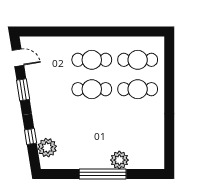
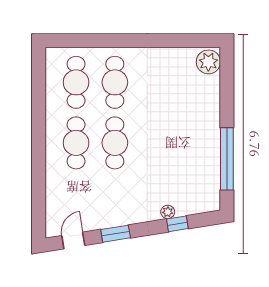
plant: (47, 148) -> (168, 212), moved, width x0.53, depth x0.53
plant: (119, 160) -> (208, 62), moved
window: (103, 174) -> (227, 159), moved

